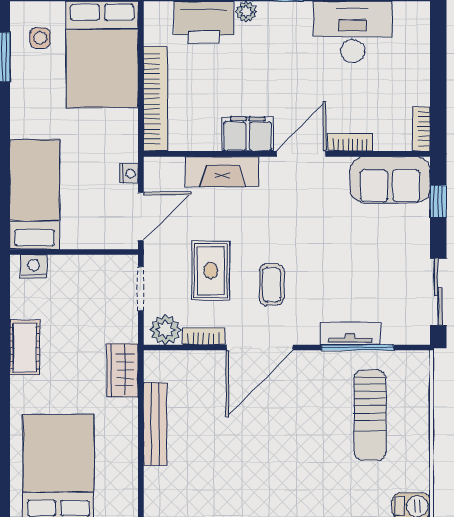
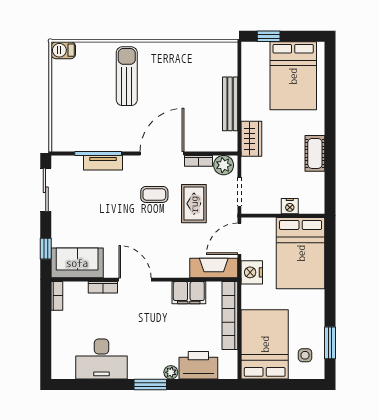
filing cabinet: (248, 134) -> (189, 293), moved
door: (301, 154) -> (135, 280), swing flipped
fireplace: (222, 172) -> (214, 268), moved
nightstand: (129, 174) -> (252, 272), width x1.89, depth x1.79
bed: (35, 194) -> (301, 253), width x1.50
nightstand: (34, 267) -> (290, 206), moved
coffee table: (272, 285) -> (154, 194), turned 90
sun lounger: (370, 415) -> (127, 76), moved

